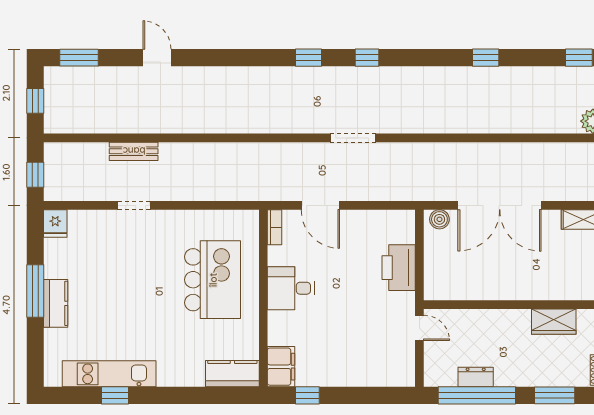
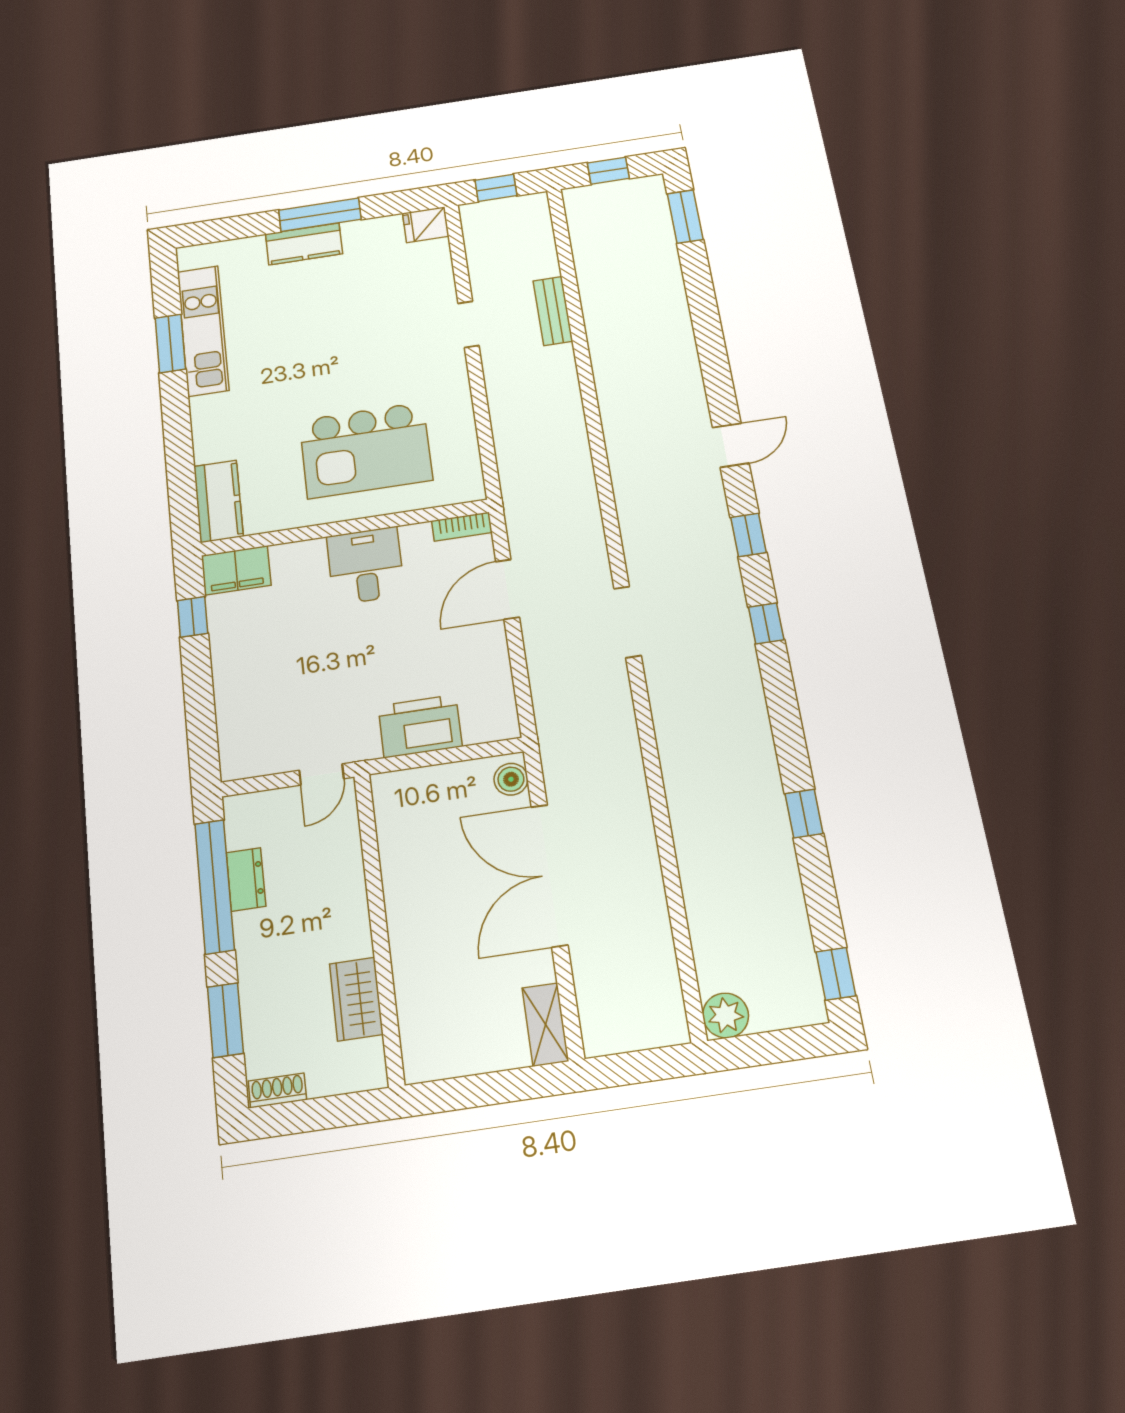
door: (157, 58) -> (731, 445), moved
window: (115, 395) -> (170, 343), width x1.50

